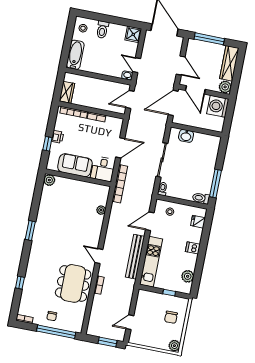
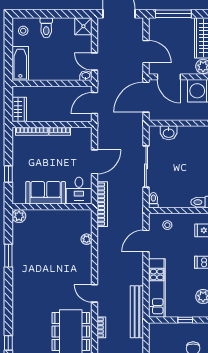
printer: (57, 137) -> (19, 164), removed
window: (30, 230) -> (8, 256), moved
bench: (135, 257) -> (137, 312), moved

